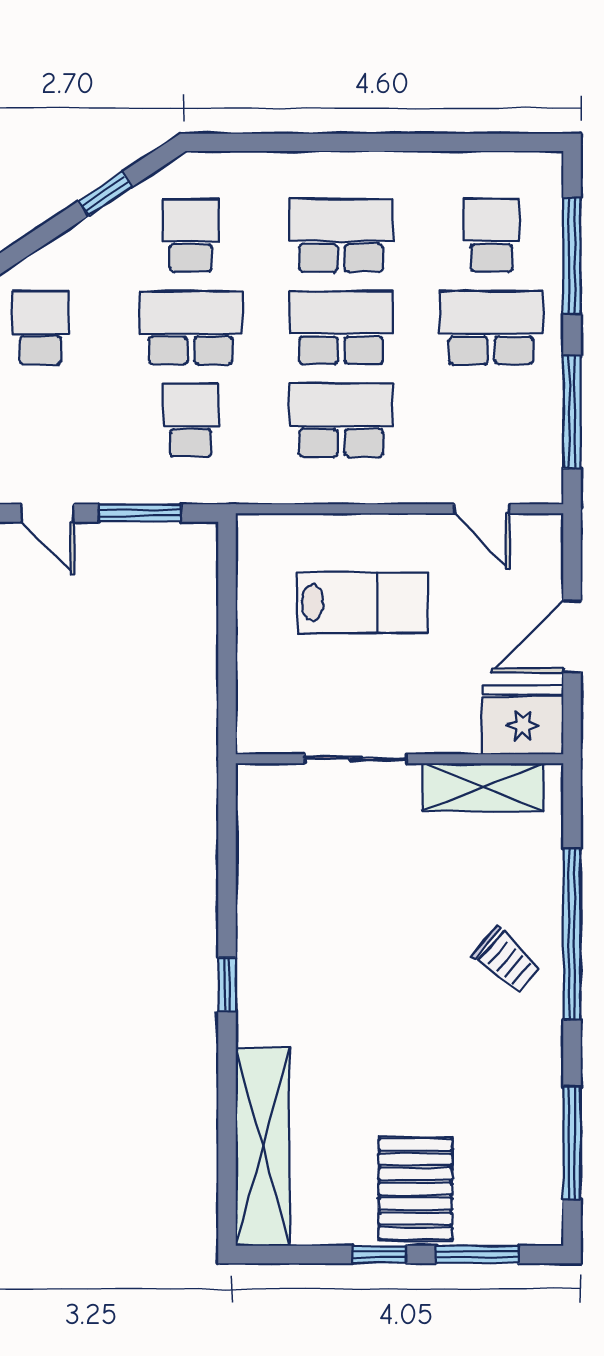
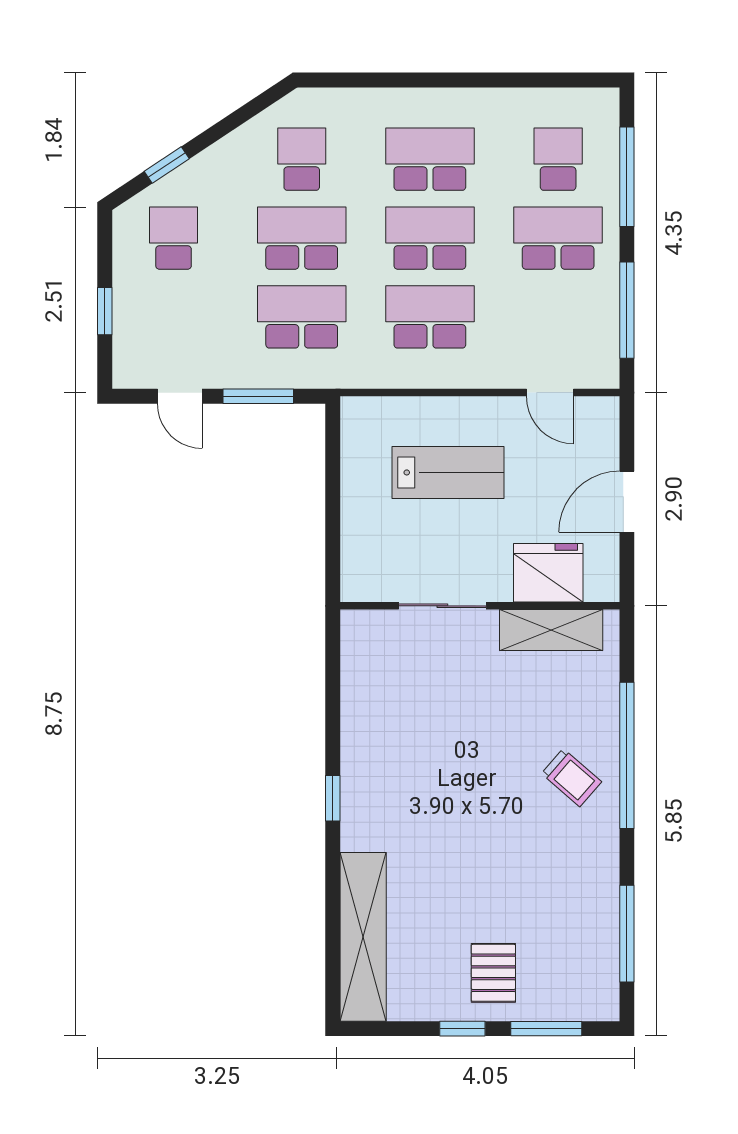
window: (105, 194) -> (167, 165), moved
school desk: (191, 420) -> (302, 317), width x1.85
fridge: (523, 720) -> (548, 573), moved
pallet: (415, 1189) -> (493, 973), width x0.67, depth x0.71

